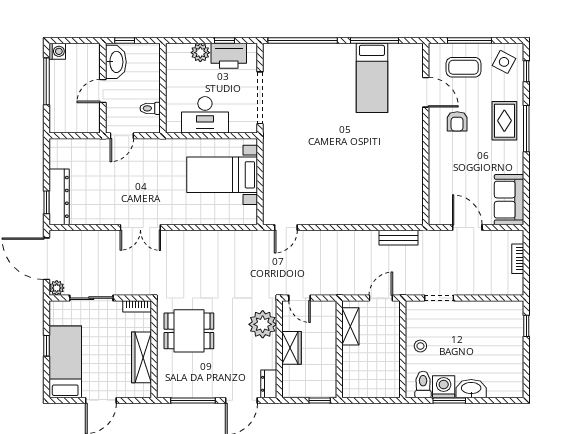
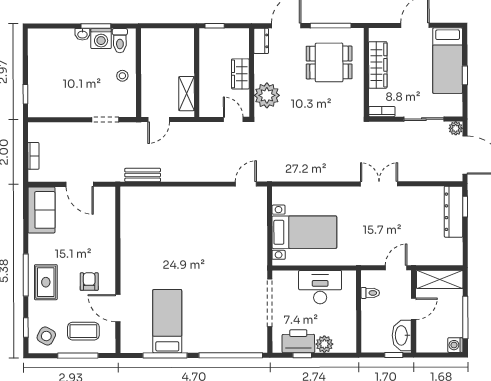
shelving: (74, 123) -> (440, 279), added
dining table: (189, 331) -> (329, 62), moved
washbasin: (471, 389) -> (82, 34), width x0.52, depth x0.69

